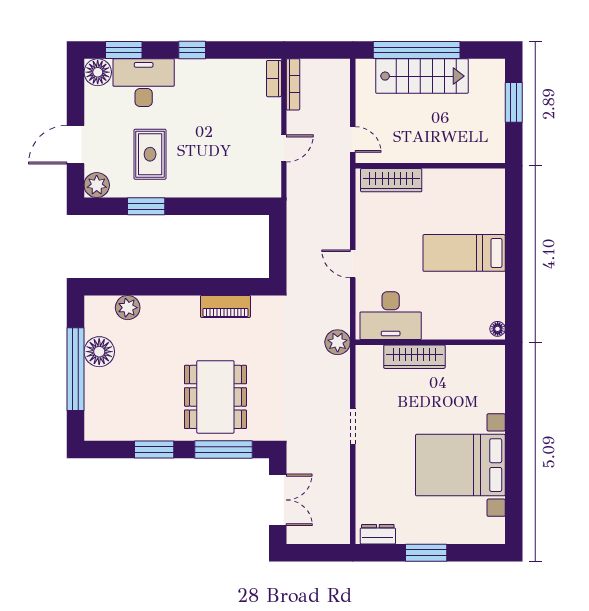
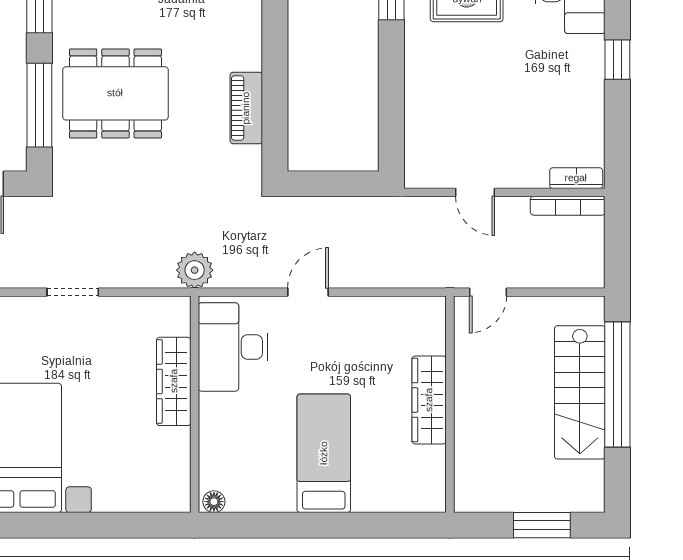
wardrobe: (391, 180) -> (429, 400), moved

